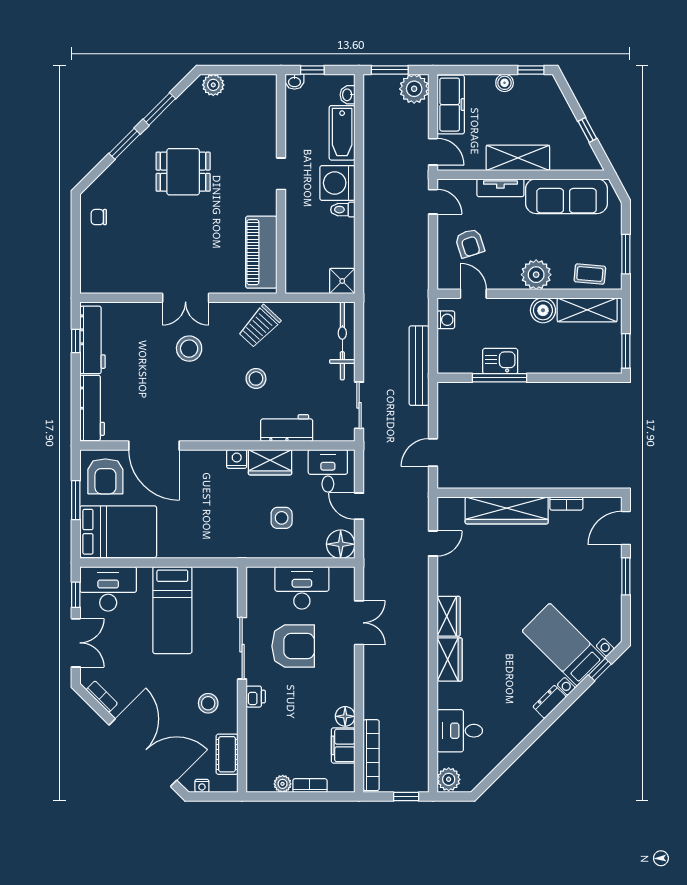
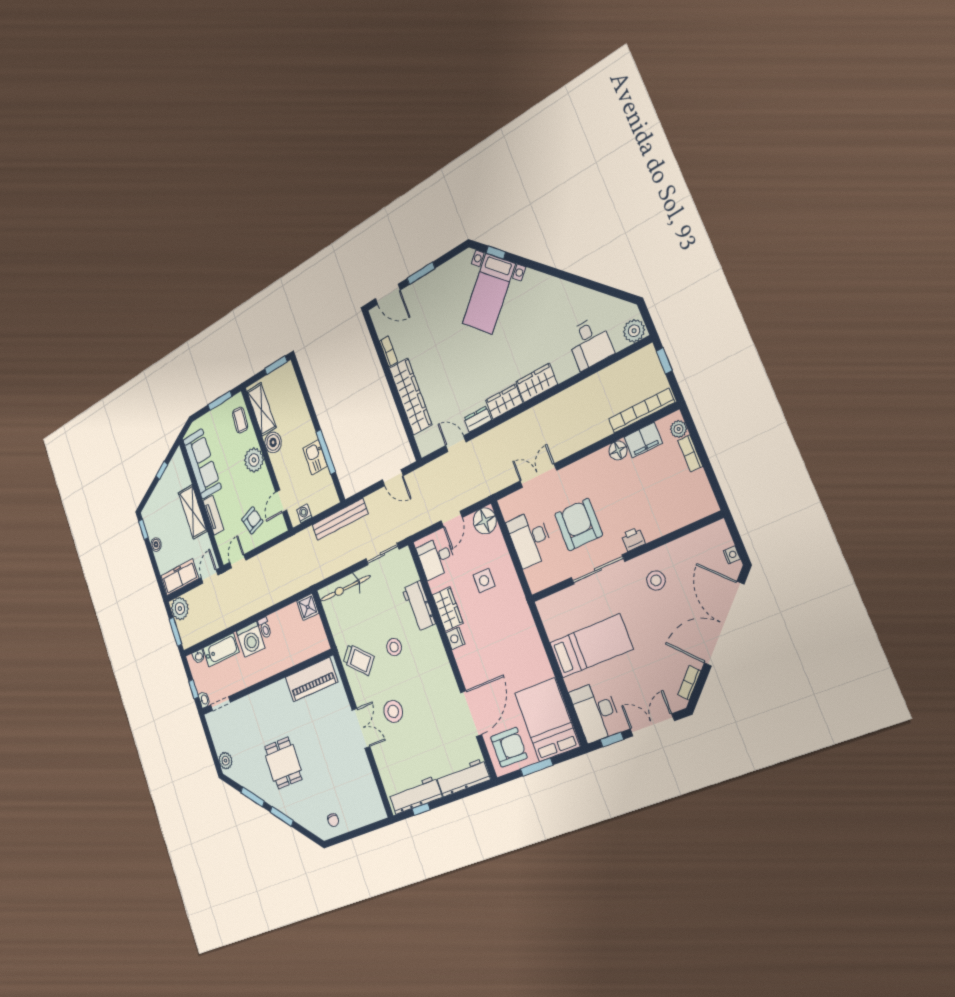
doorway: (281, 174) -> (221, 704), moved
dresser: (550, 702) -> (478, 419), moved, turned 135
cot: (227, 754) -> (694, 543), removed
plant: (283, 784) -> (679, 429), moved

